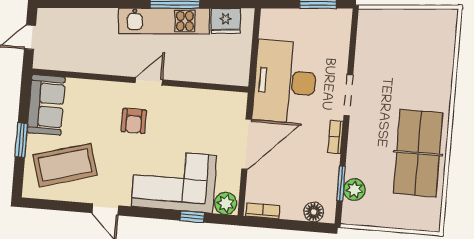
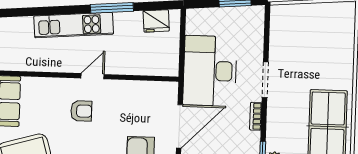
kitchen unit: (164, 21) -> (74, 25), moved
armchair: (134, 121) -> (81, 111), turned -90

